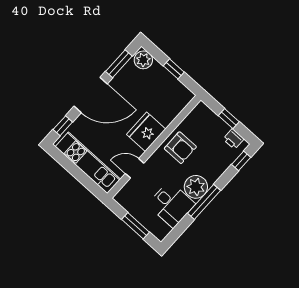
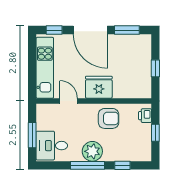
plant: (143, 60) -> (144, 44), removed
printer: (233, 139) -> (145, 116), moved
armchair: (180, 148) -> (109, 118), turned -90
window: (241, 161) -> (122, 165), moved
desk: (171, 204) -> (52, 146), moved, turned 90

